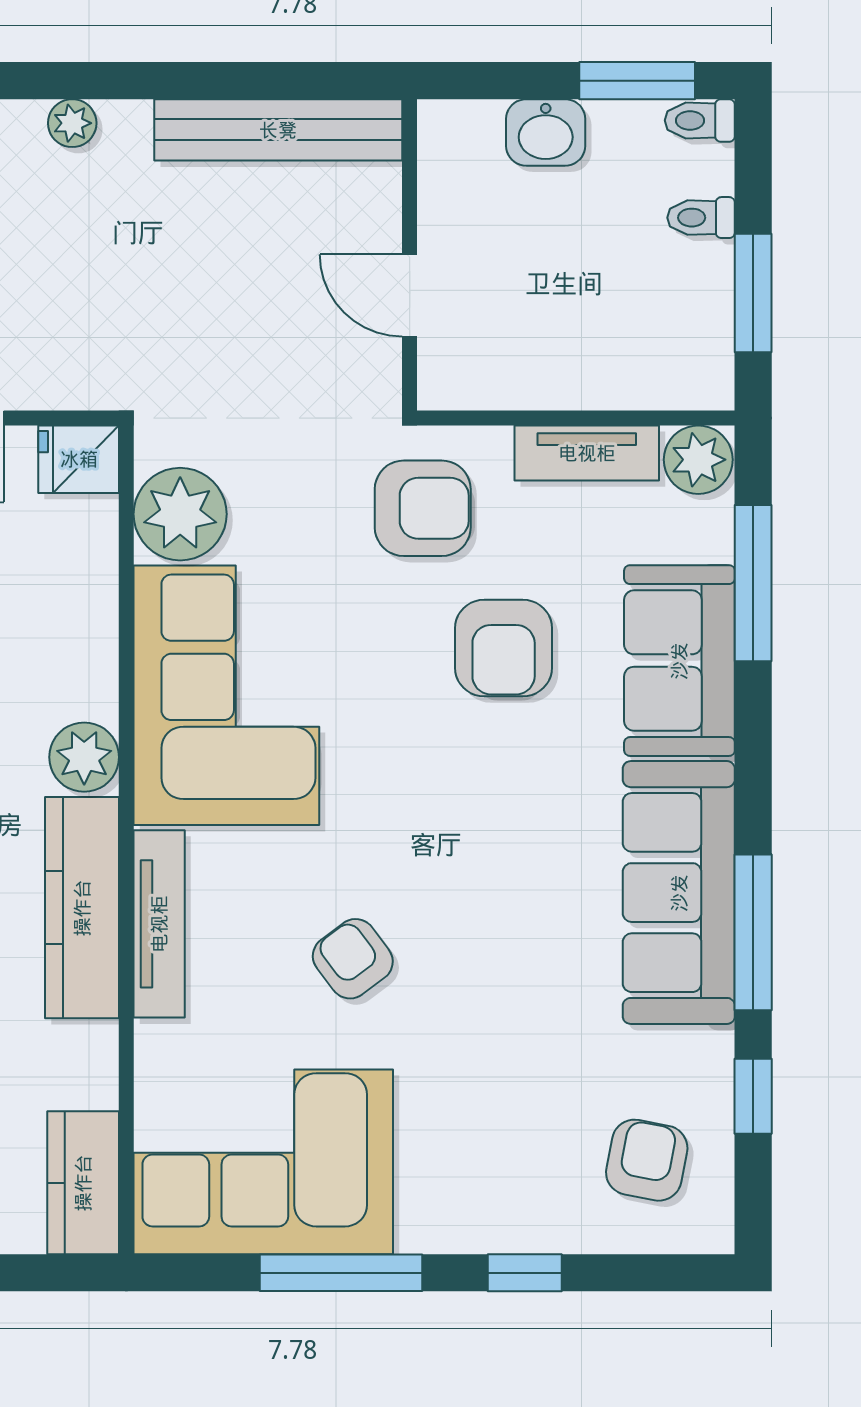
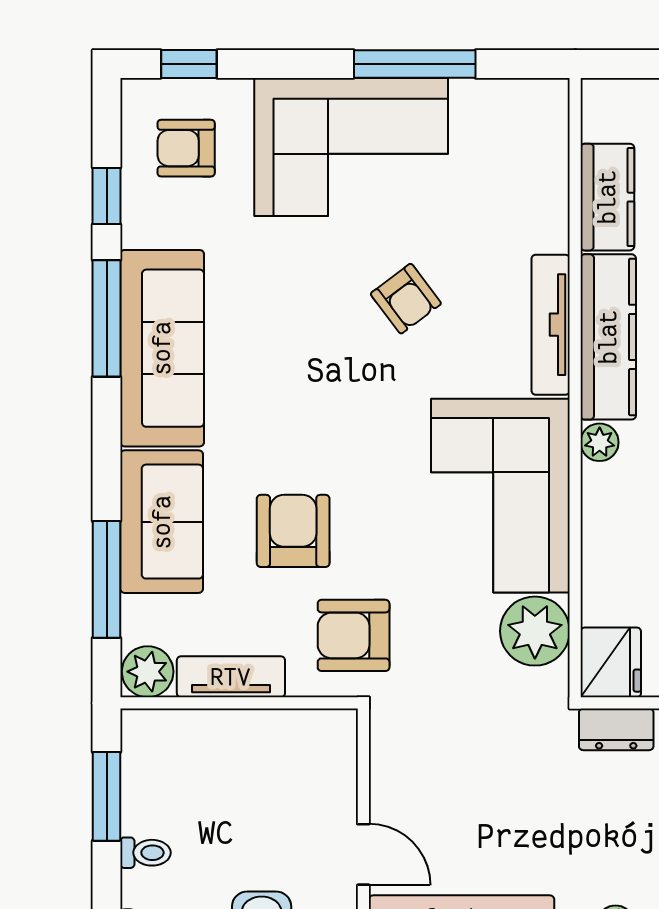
door: (410, 296) -> (363, 854), moved
dresser: (71, 383) -> (616, 729), added
fridge: (79, 459) -> (611, 662), width x1.38
plant: (84, 757) -> (600, 442), width x0.73, depth x0.73
armchair: (647, 1160) -> (186, 148), turned 79
corner sofa: (263, 1162) -> (351, 147), moved
kitchen counter: (83, 1183) -> (607, 197), moved
window: (525, 1273) -> (189, 64), moved

